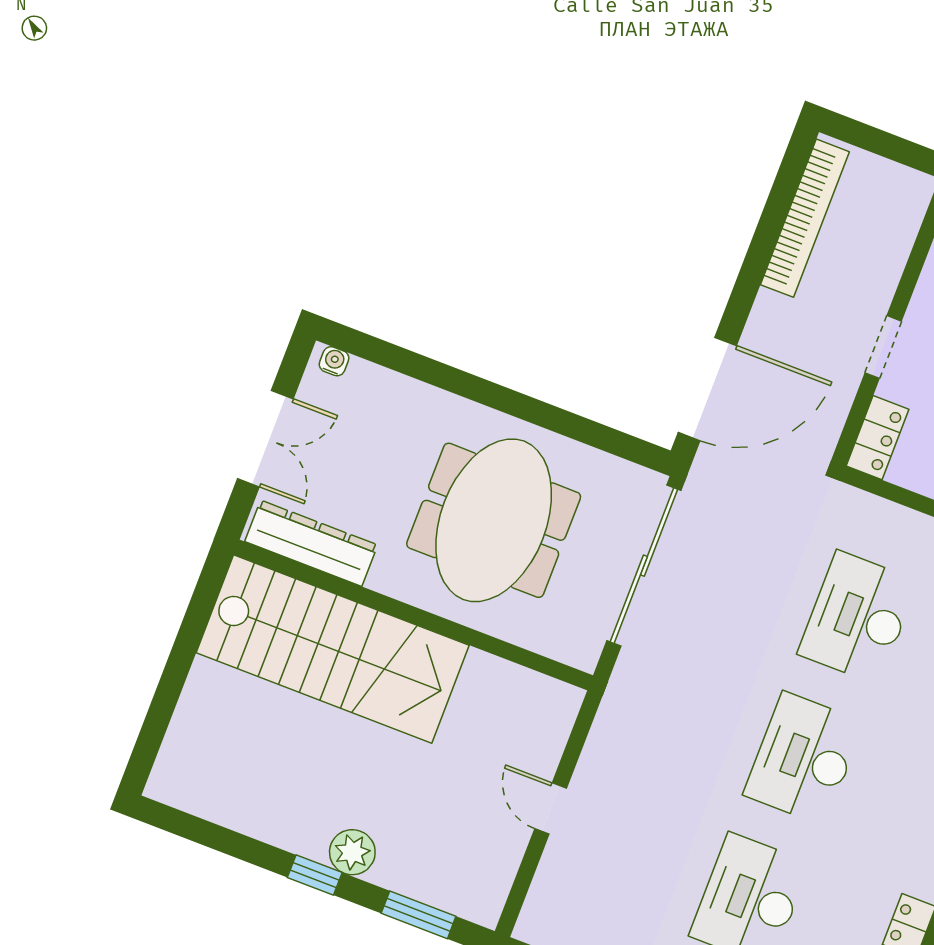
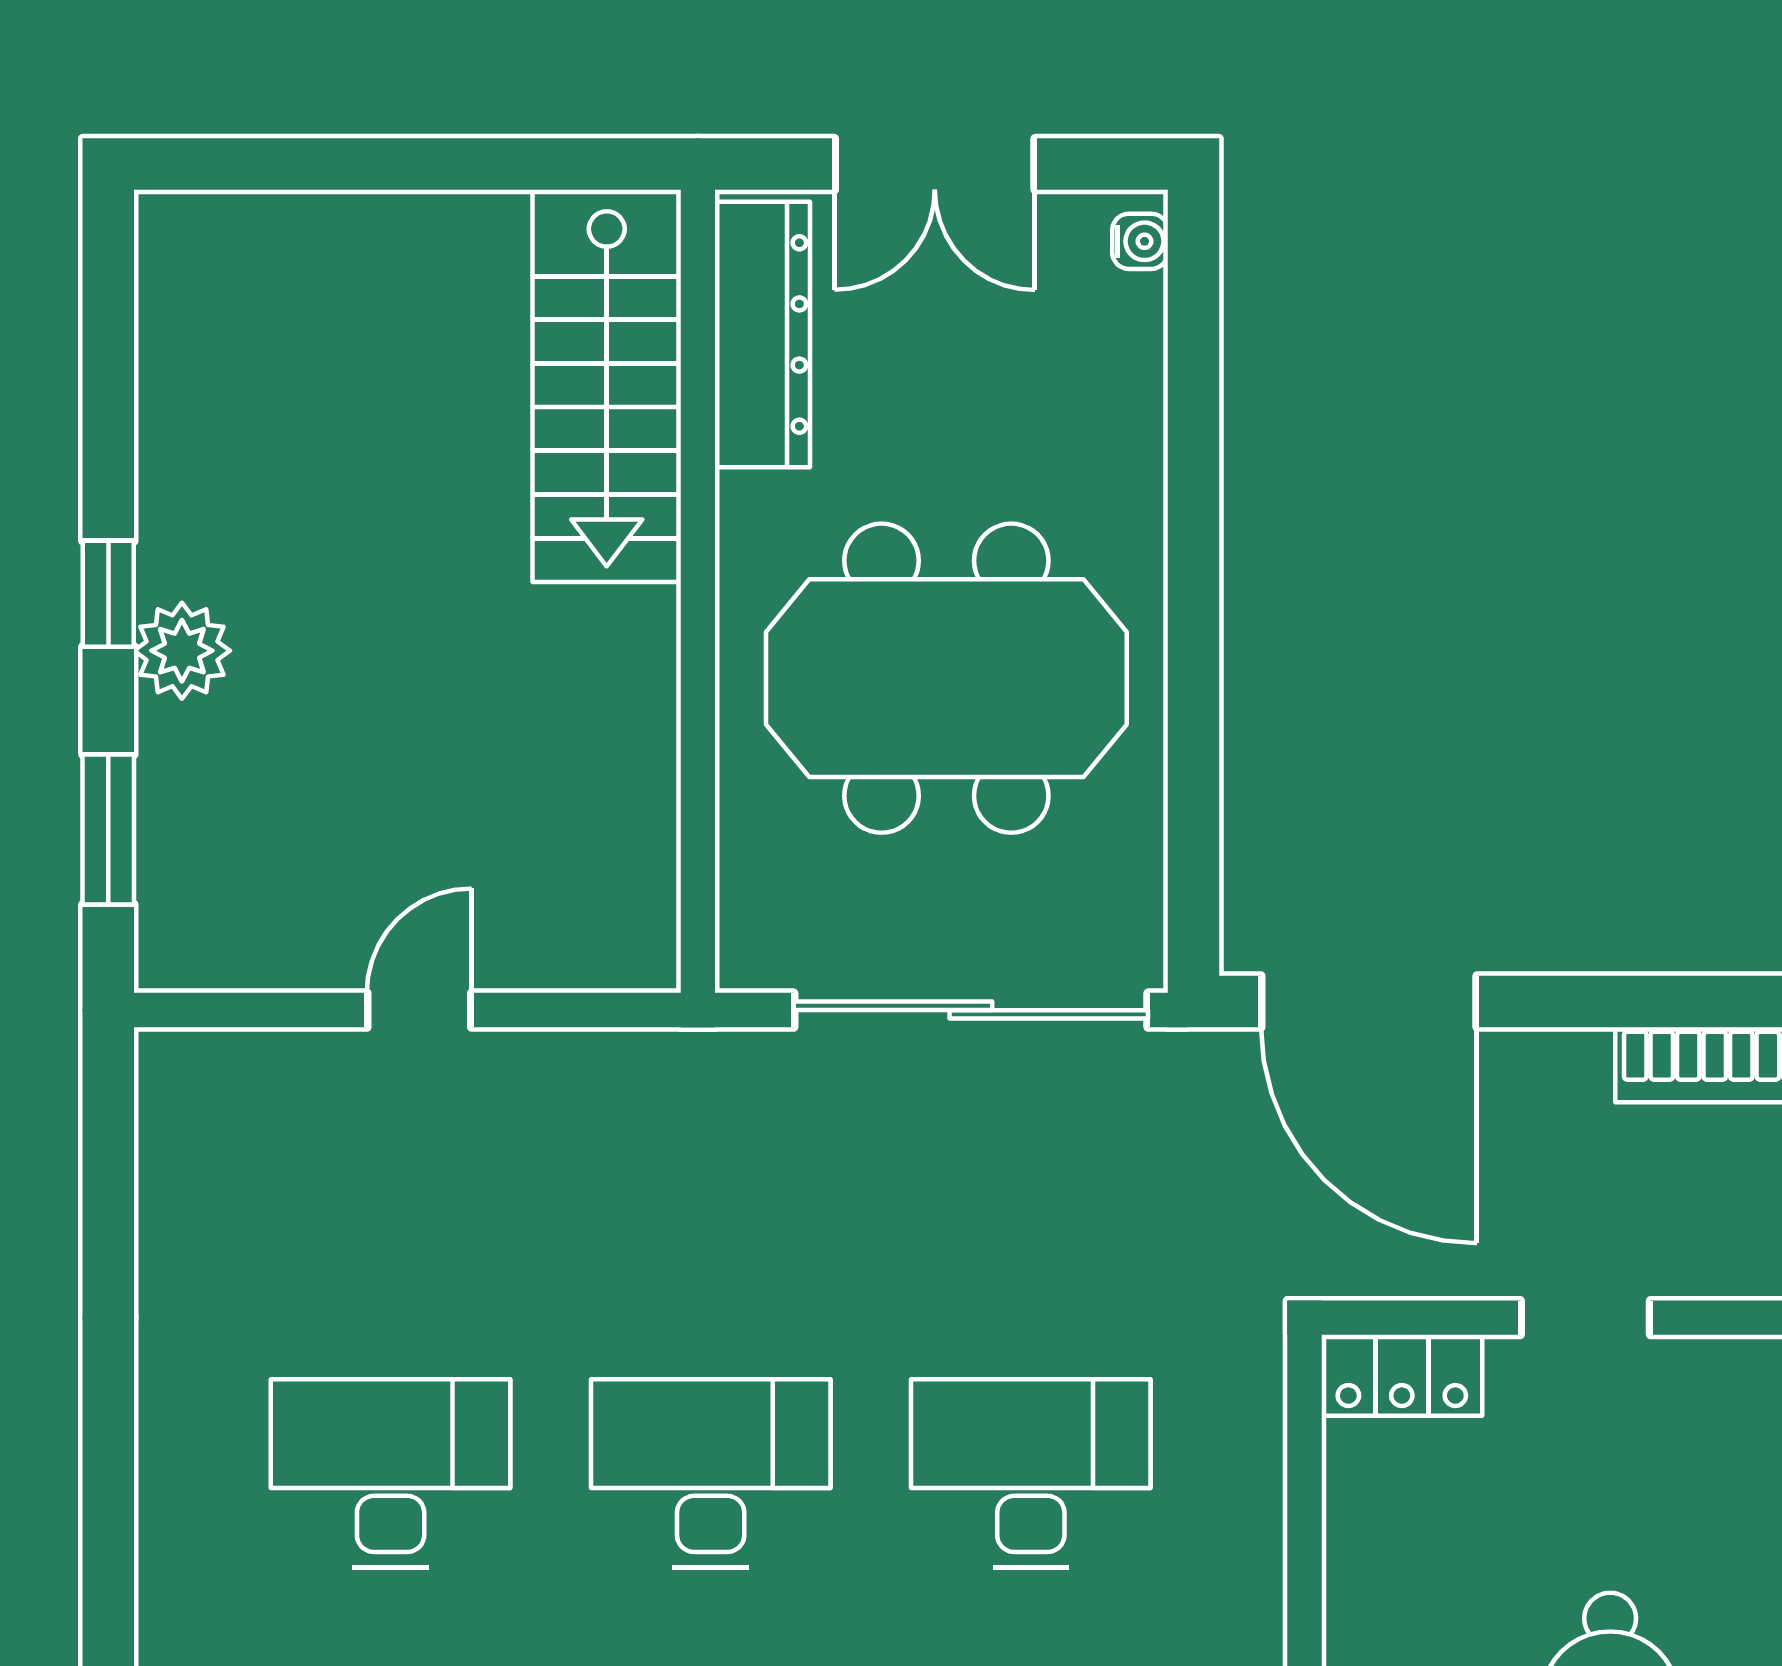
stairs: (333, 649) -> (607, 386), width x0.73, depth x0.66

